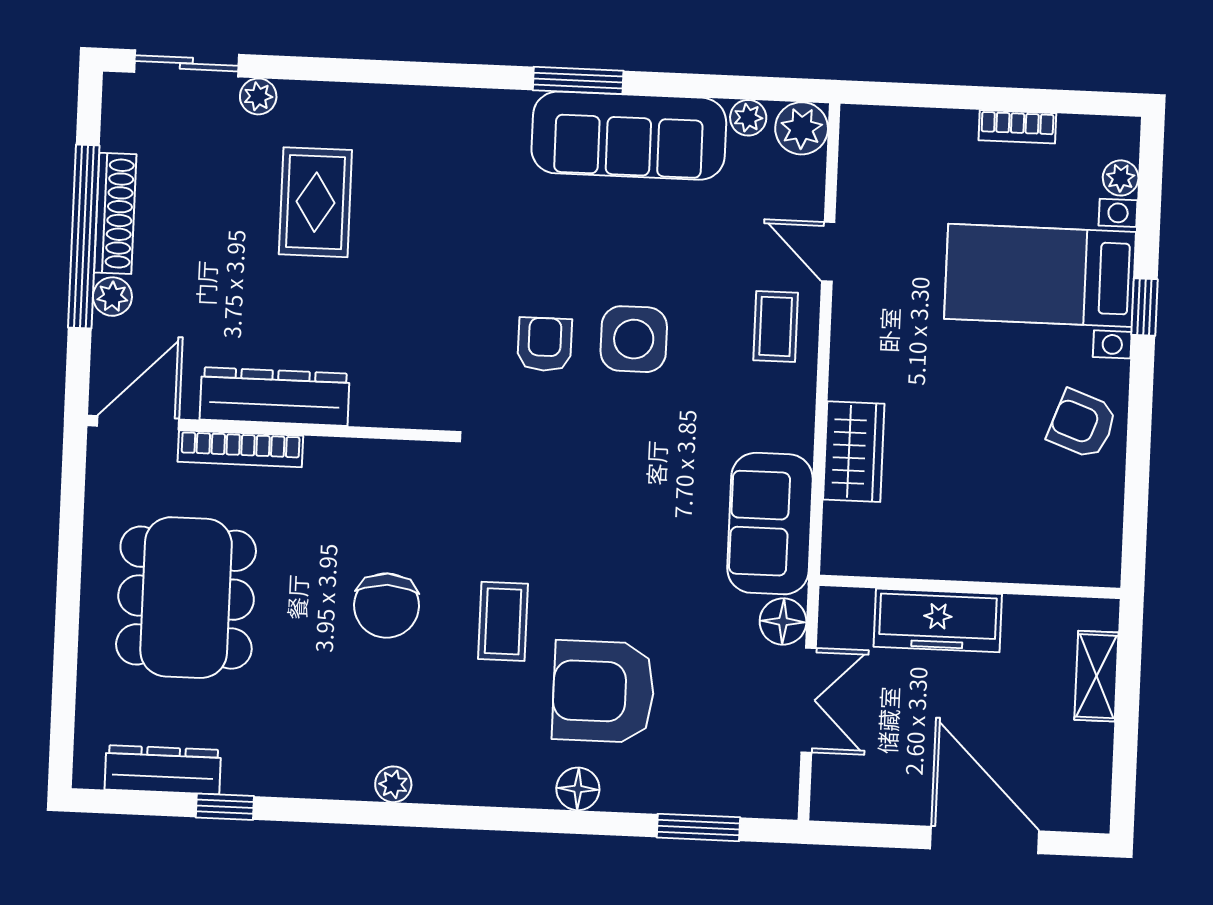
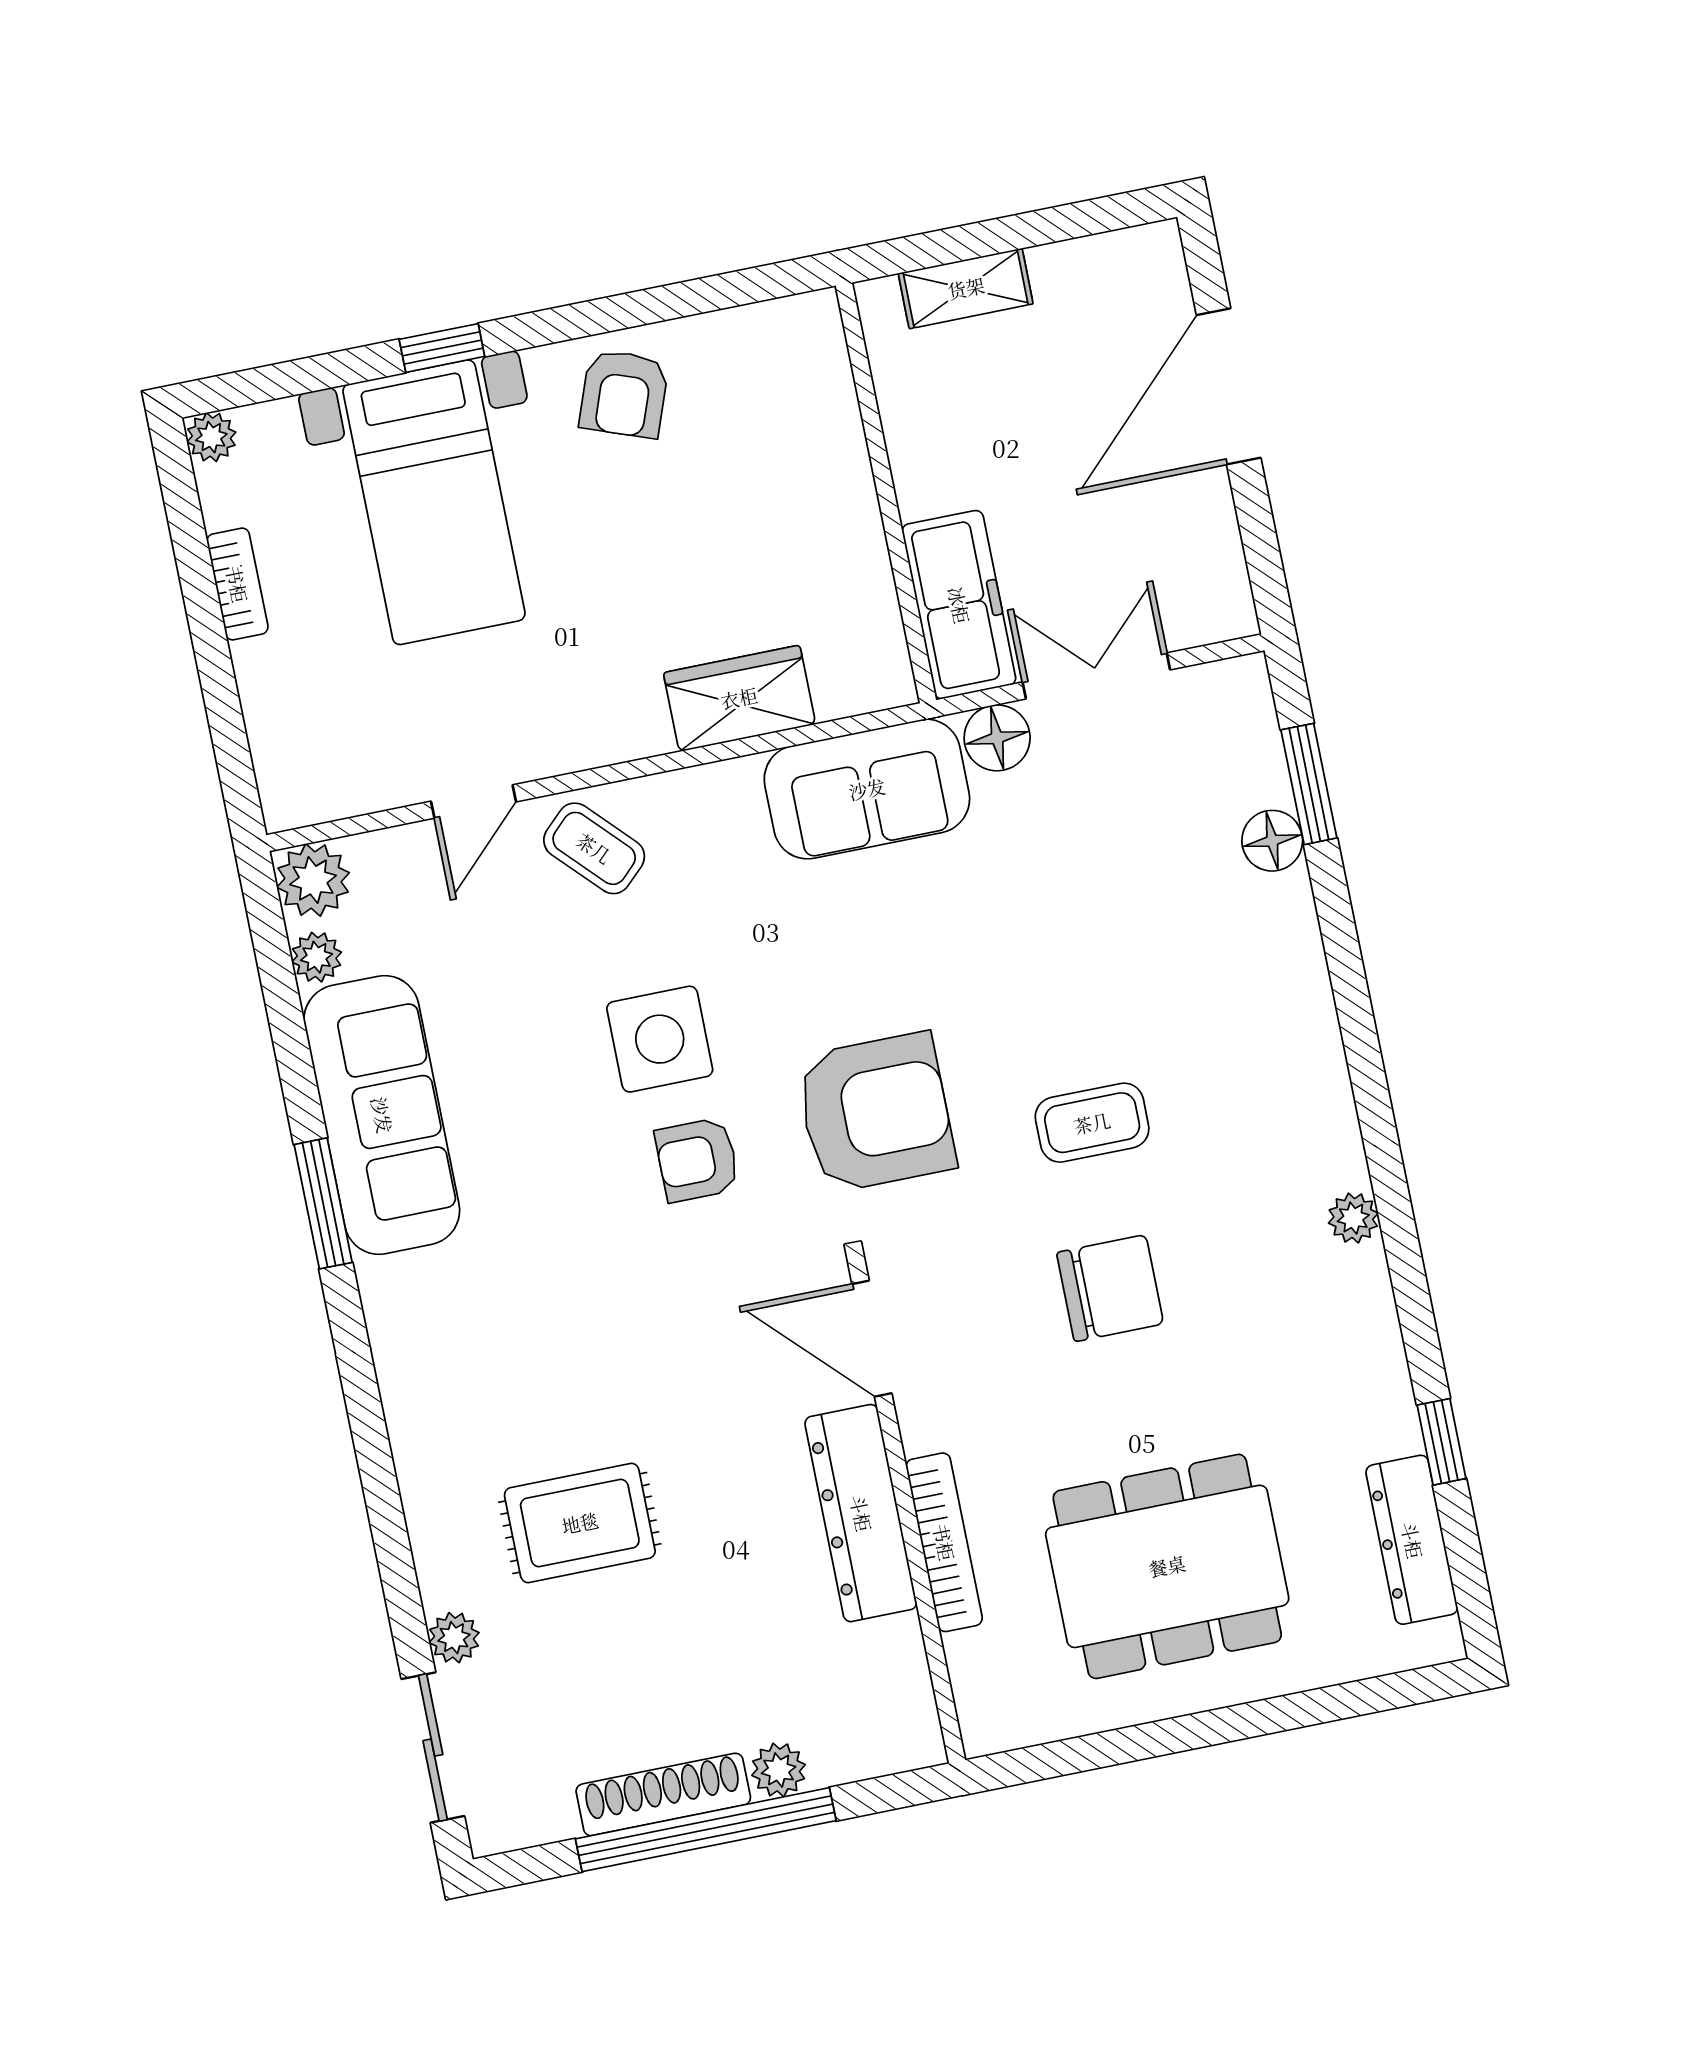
plant: (1121, 178) -> (211, 437), moved
coffee table: (776, 326) -> (594, 848), turned 46
door: (138, 423) -> (872, 1339), moved
freezer: (938, 620) -> (959, 605), moved
armchair: (603, 691) -> (876, 1113), moved, turned -90
floor lamp: (578, 789) -> (1272, 841), moved

